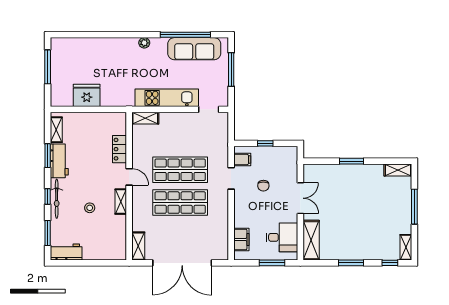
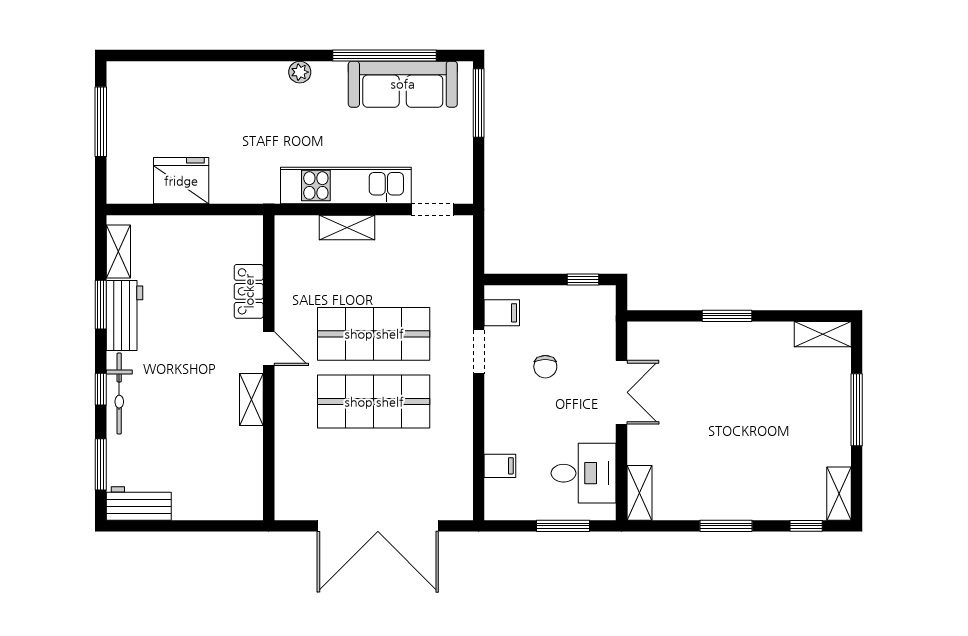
window: (231, 70) -> (479, 103), moved
shelving: (145, 118) -> (347, 228), moved
window: (265, 143) -> (583, 279), moved
stool: (90, 208) -> (187, 412), removed
filing cabinet: (241, 239) -> (500, 466), width x0.50
shelving: (311, 240) -> (639, 493), width x0.67, depth x0.75
shelving: (138, 246) -> (287, 491), removed

